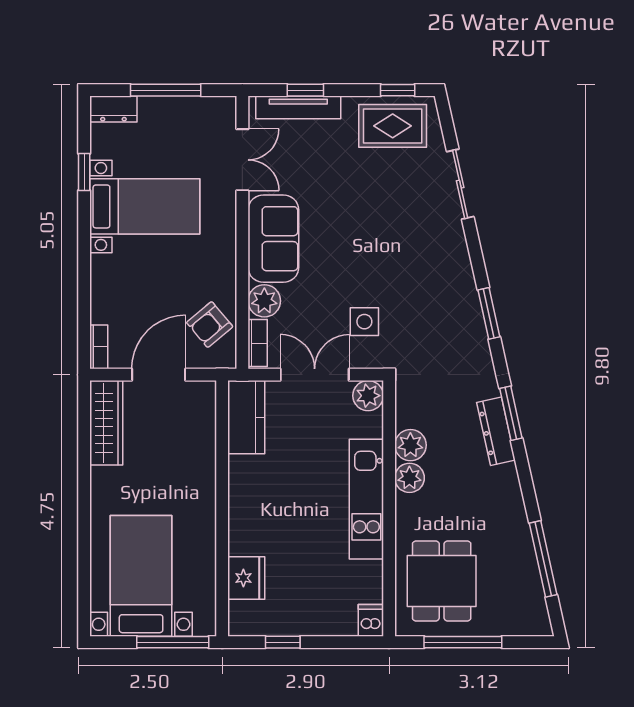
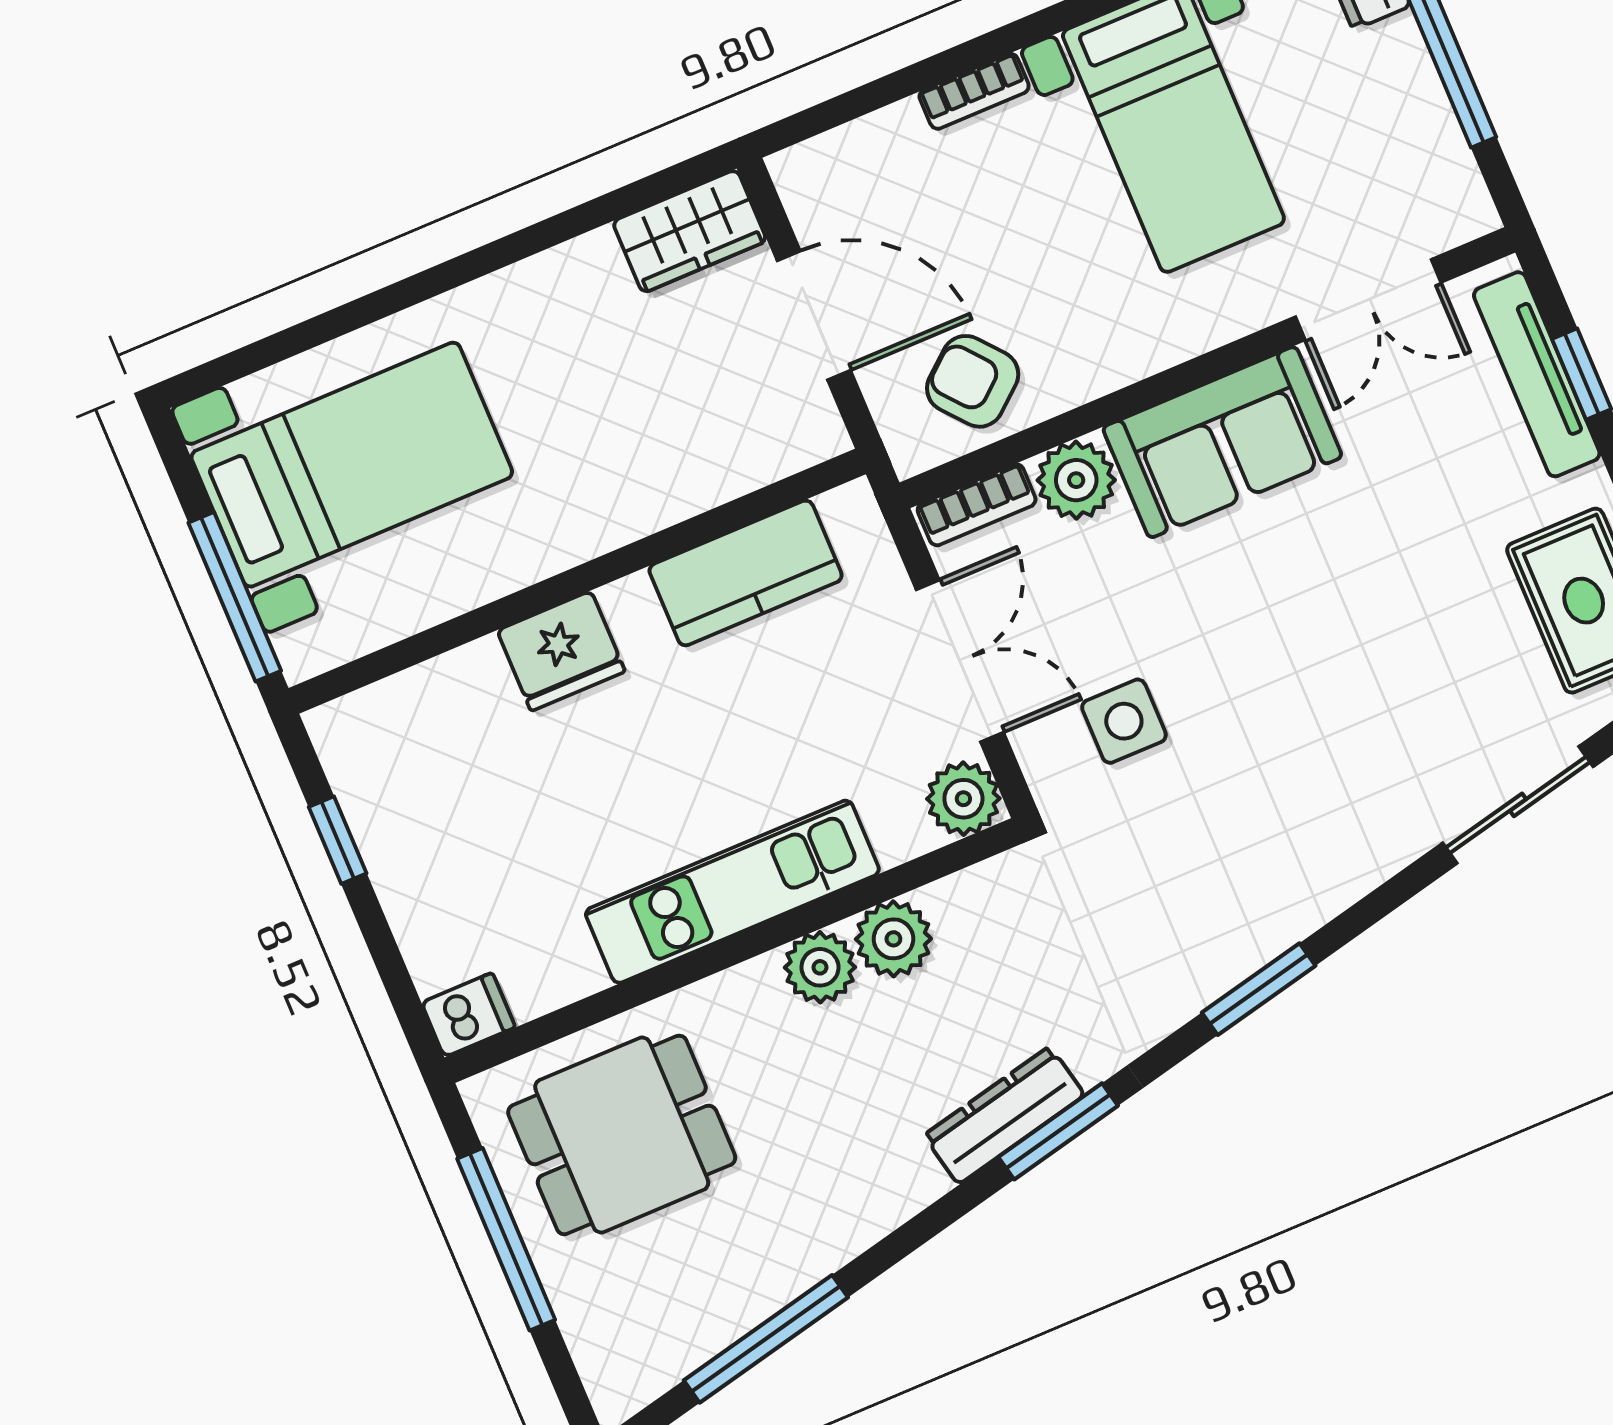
bookcase: (99, 347) -> (974, 91), moved
kitchen counter: (246, 417) -> (746, 573), moved
wardrobe: (106, 423) -> (690, 231), width x0.67
fridge: (246, 578) -> (561, 651), moved

